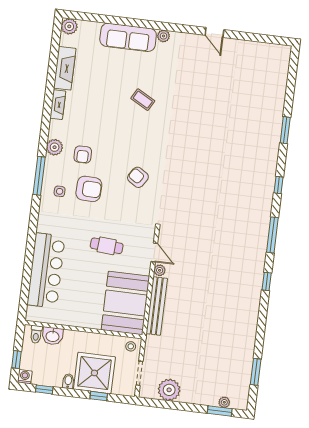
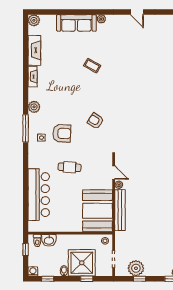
armchair: (83, 155) -> (55, 110), removed
cafe table: (107, 246) -> (70, 167), moved
window: (17, 360) -> (26, 249), moved
window: (172, 405) -> (140, 279), added

